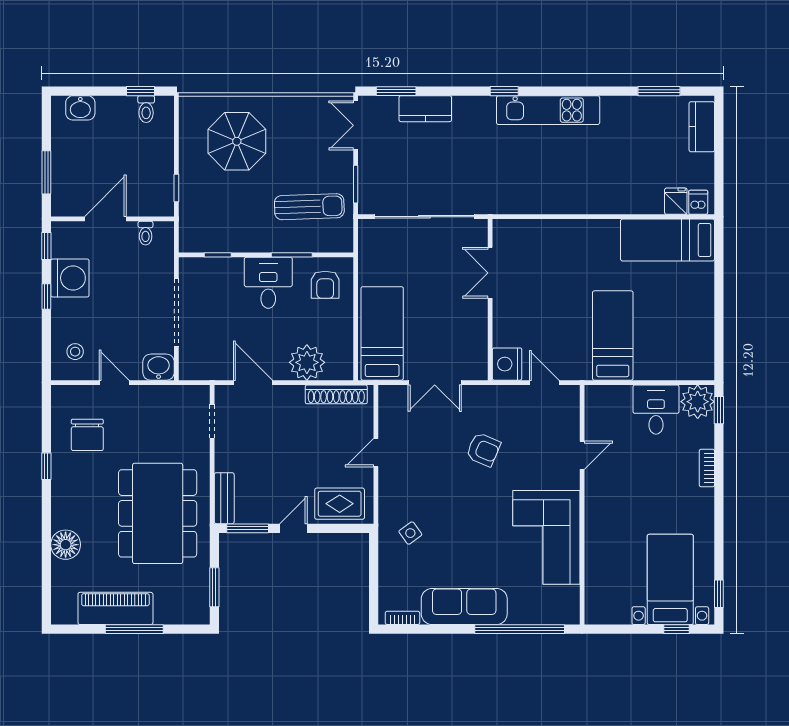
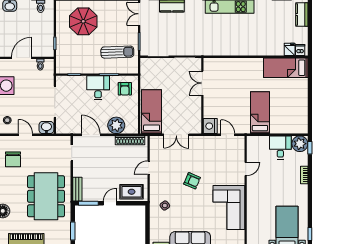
armchair: (483, 450) -> (192, 181), moved

